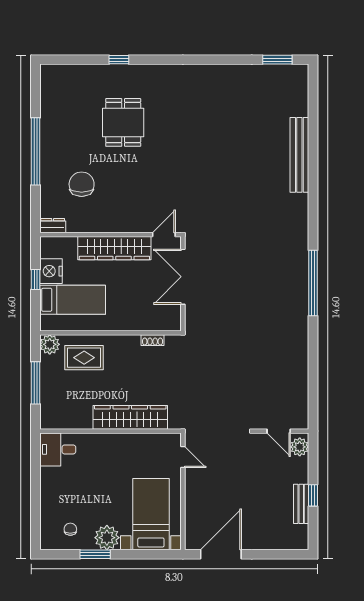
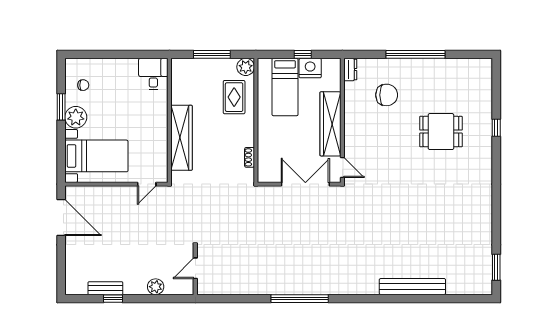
door: (279, 431) -> (195, 268), moved
wall: (281, 431) -> (195, 271), moved

